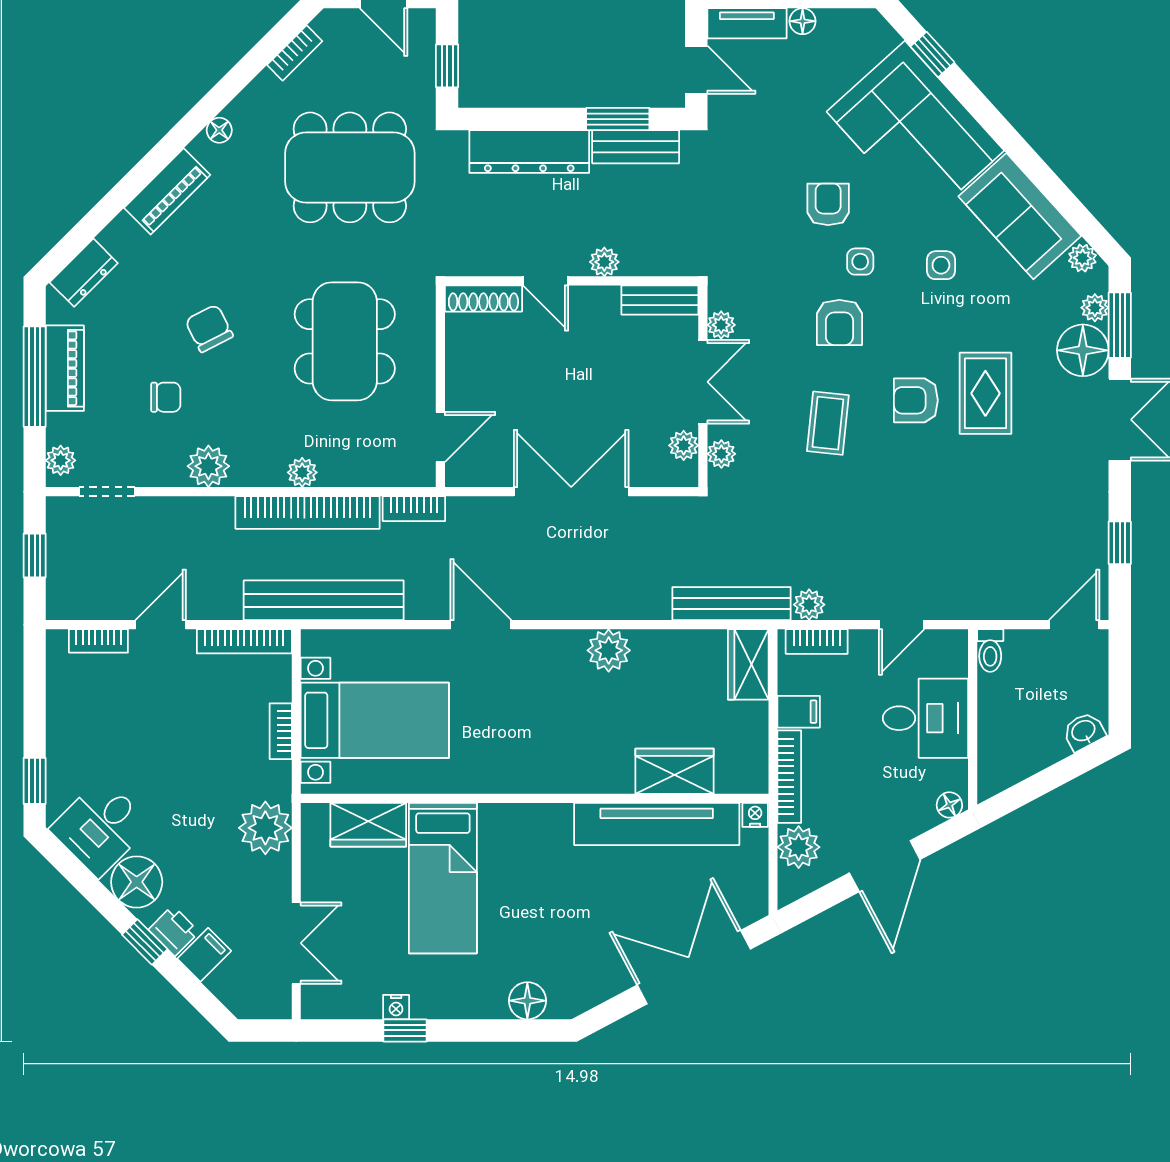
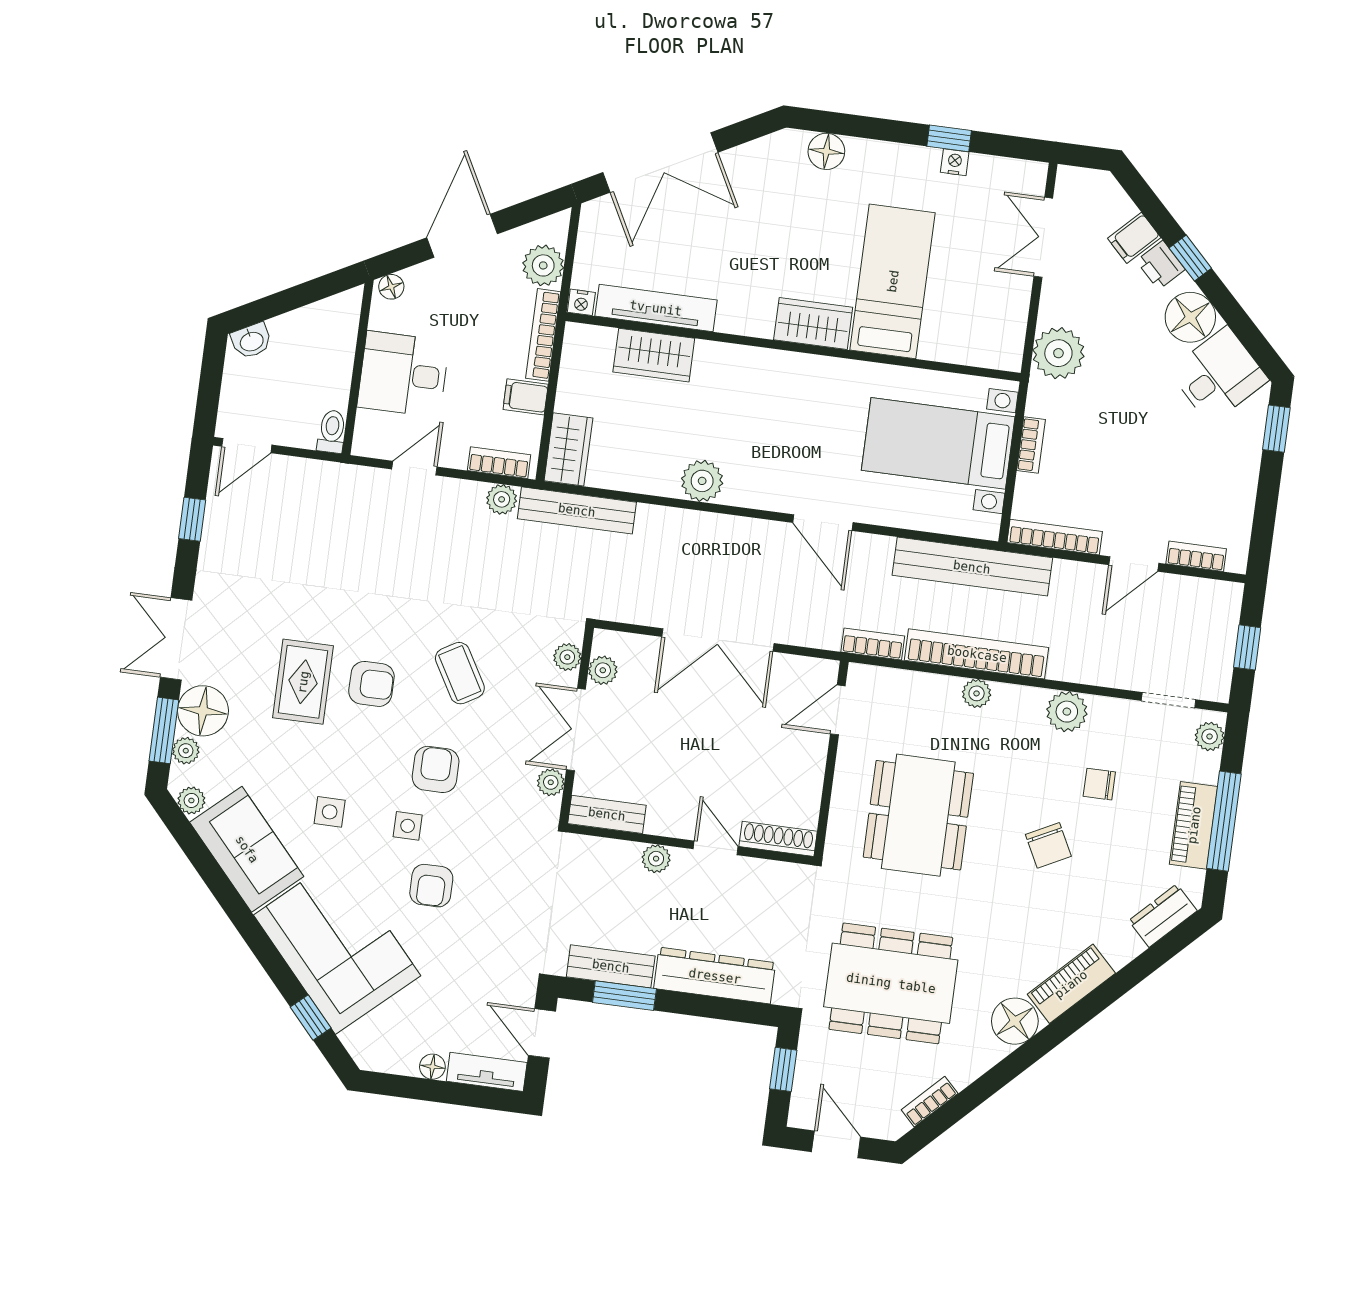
floor lamp: (219, 130) -> (1015, 1021), width x1.89, depth x1.89
coffee table: (828, 423) -> (460, 673), turned -36
tv unit: (657, 824) -> (656, 308), width x0.73, depth x0.78
wardrobe: (368, 825) -> (813, 324), moved

